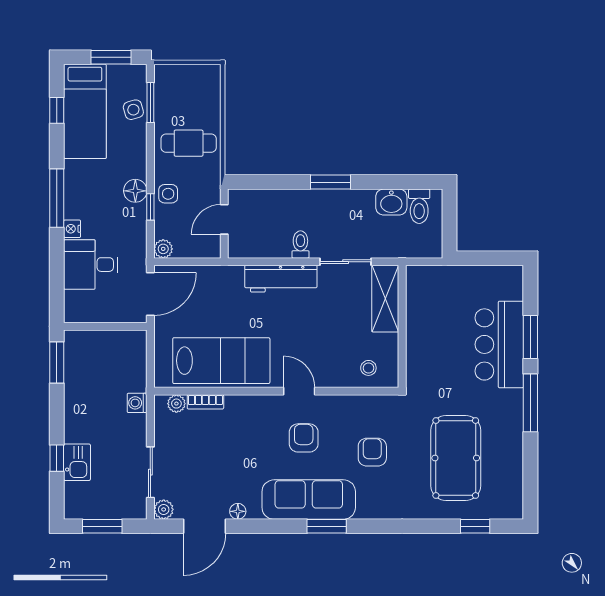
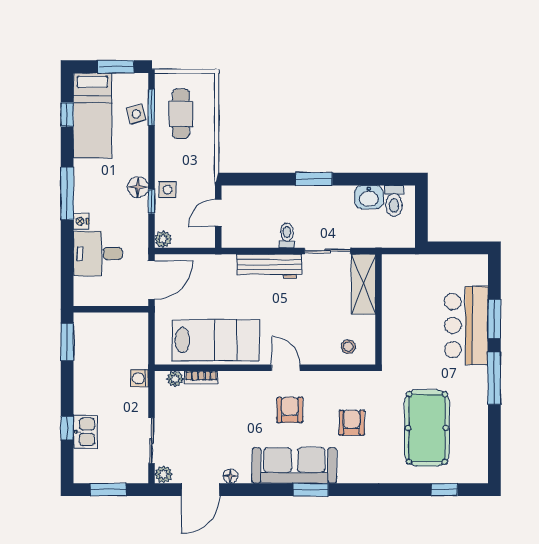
cafe table: (189, 143) -> (181, 114), moved, turned 90

